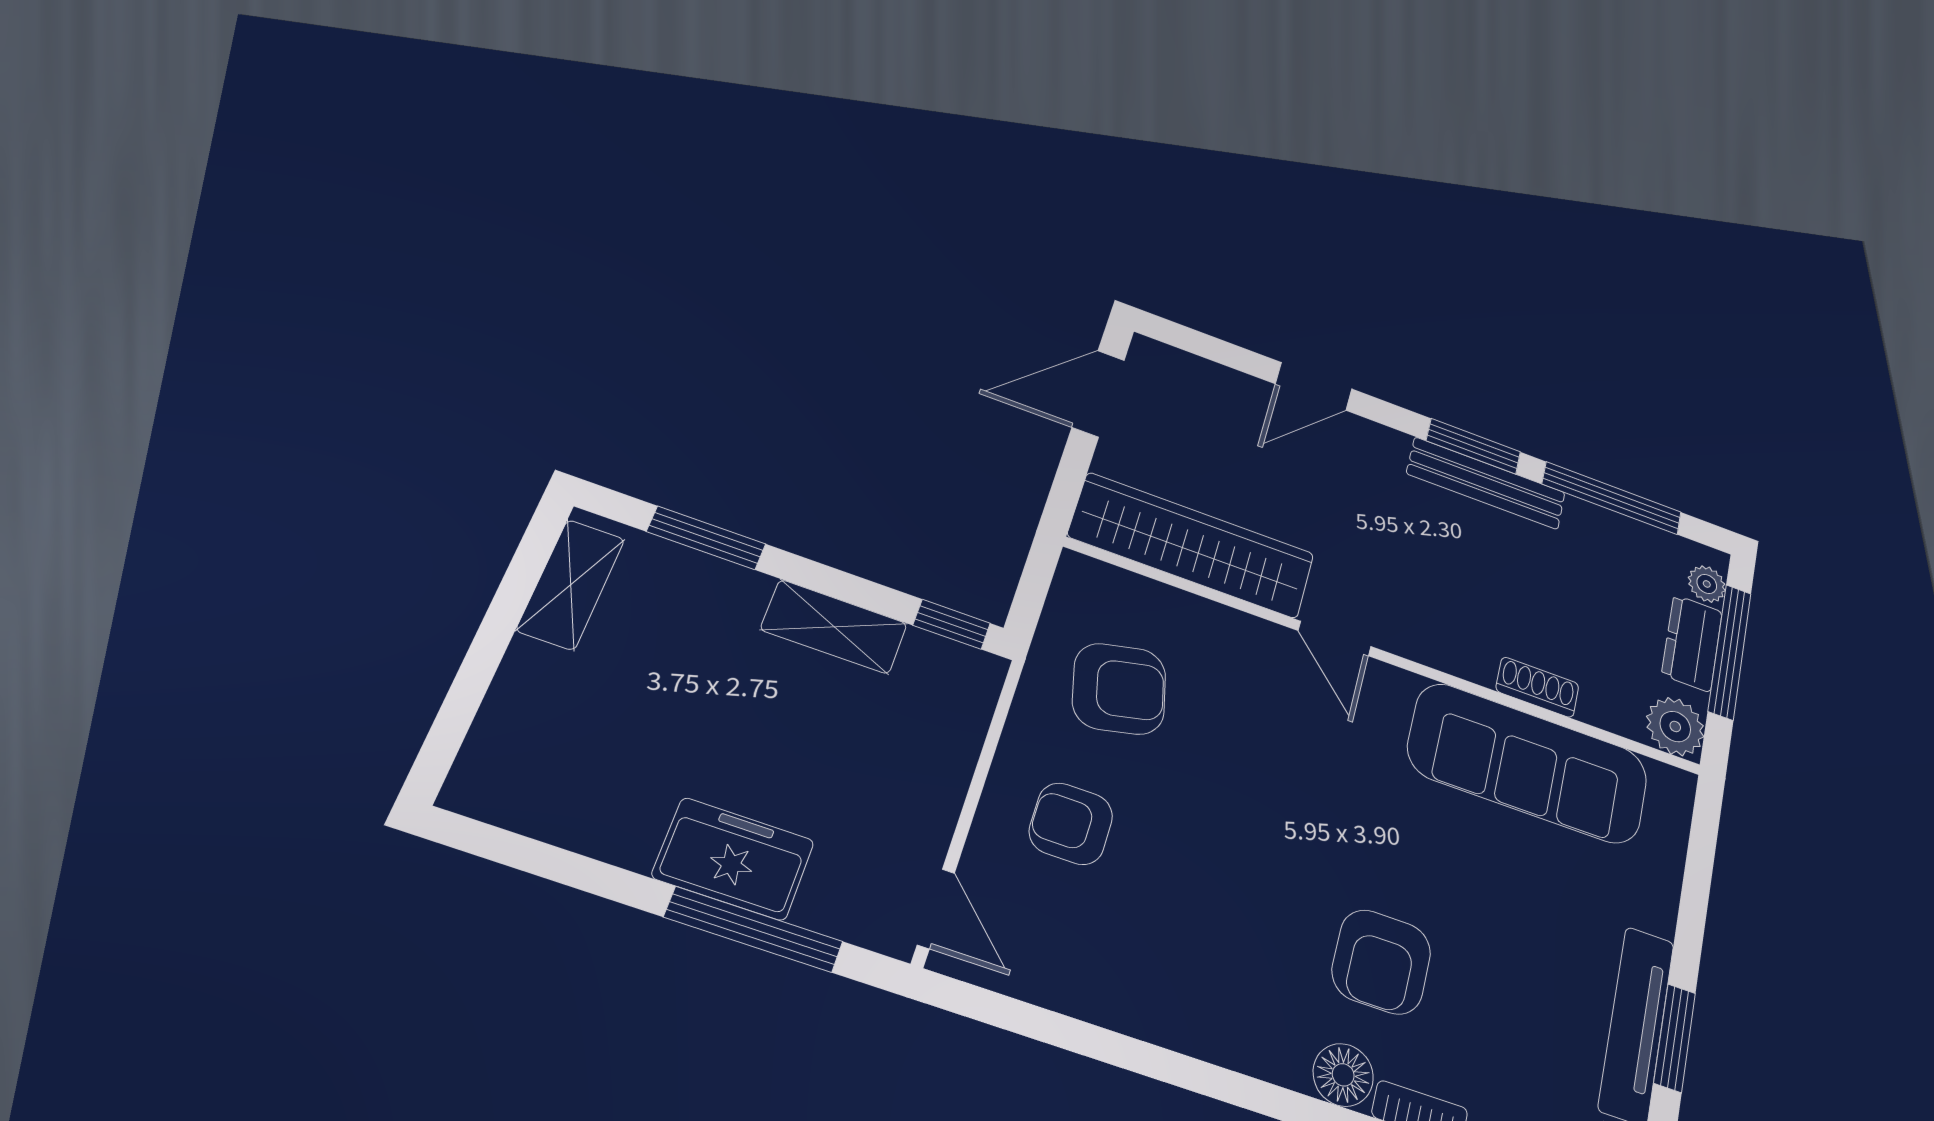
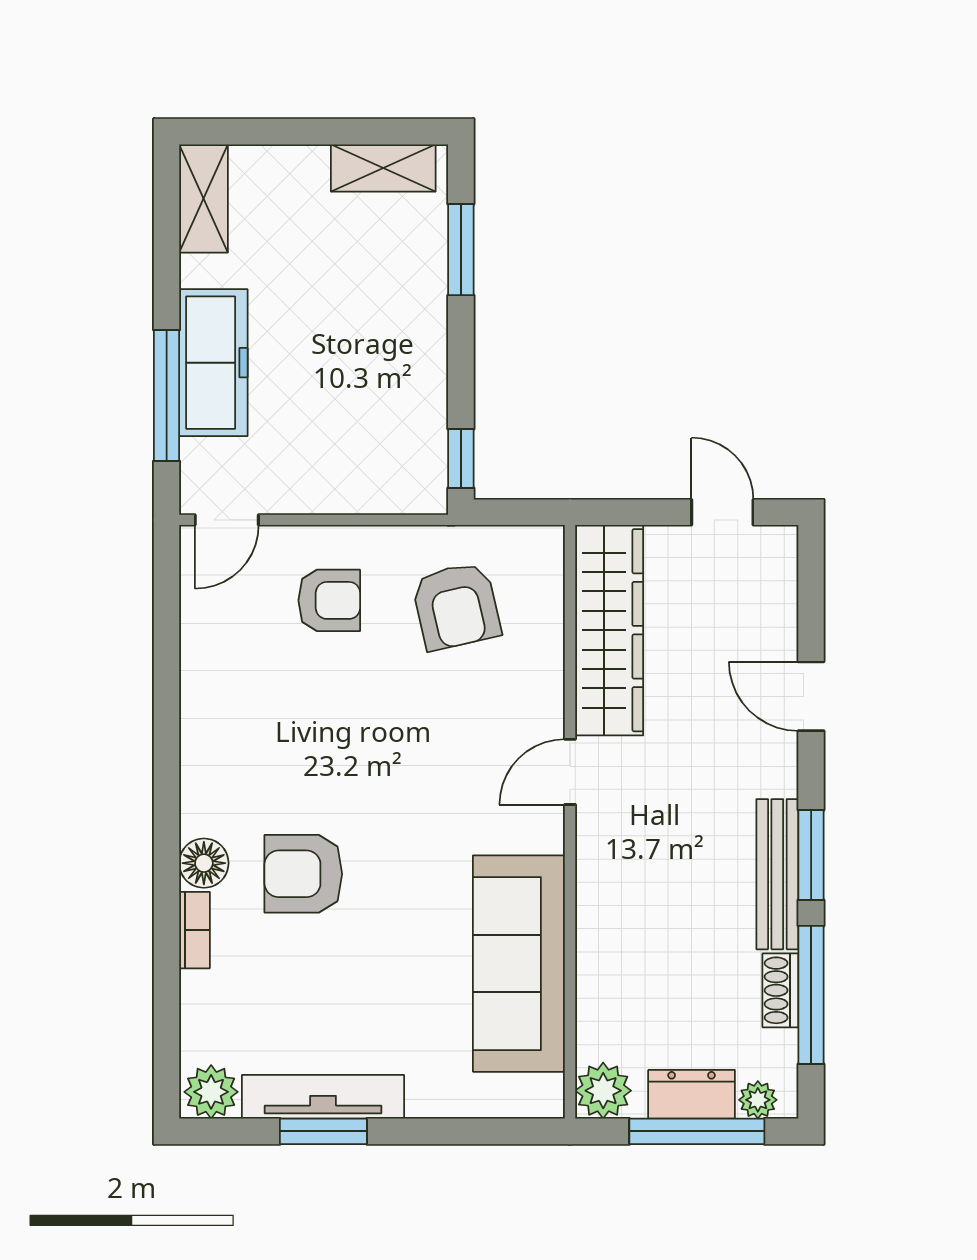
door: (1098, 394) -> (722, 512), width x0.73
shelving: (834, 627) -> (204, 198), moved
shoe rack: (1537, 687) -> (780, 990), moved, turned 180
armchair: (1071, 824) -> (329, 600), turned 90
freezer: (733, 859) -> (213, 363), width x1.40

